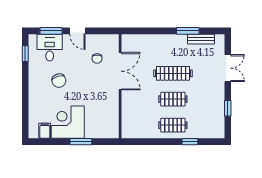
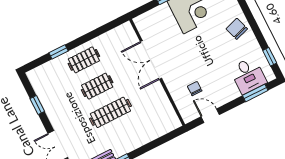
door: (77, 31) -> (210, 116), moved
double door: (120, 71) -> (151, 60), moved
chair: (59, 81) -> (237, 29), moved

